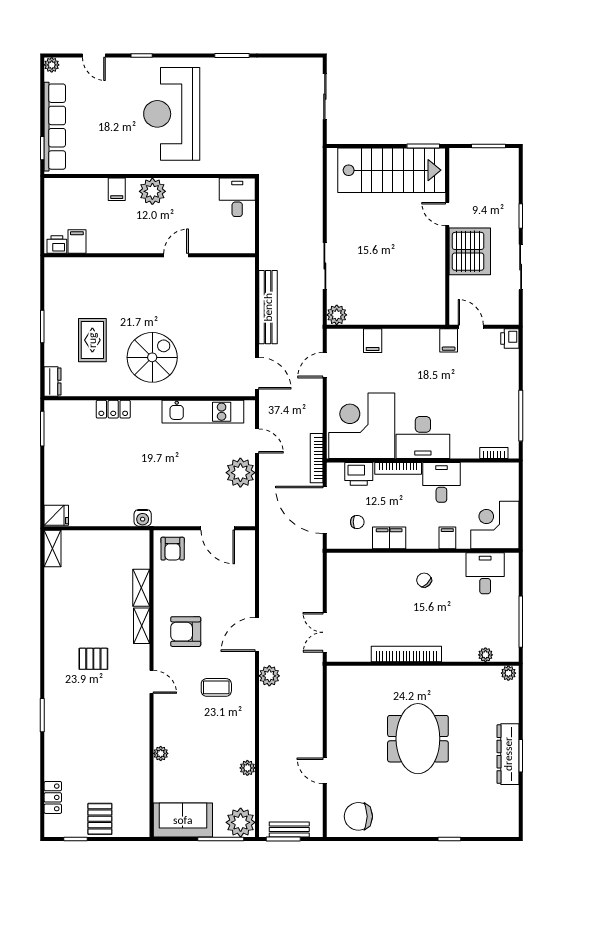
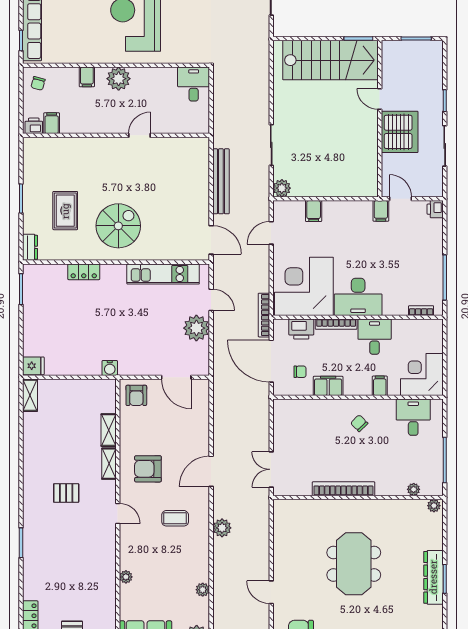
chair: (62, 197) -> (38, 83), added
plant: (269, 676) -> (222, 528), moved

